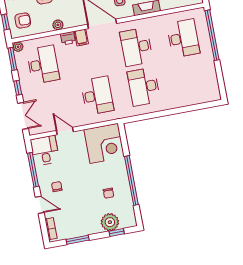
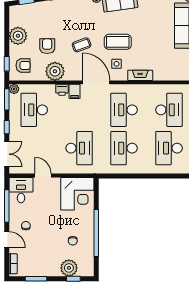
plant: (58, 25) -> (55, 71), width x1.87, depth x1.87
desk: (43, 64) -> (34, 110), turned 180
desk: (191, 78) -> (169, 148), added

